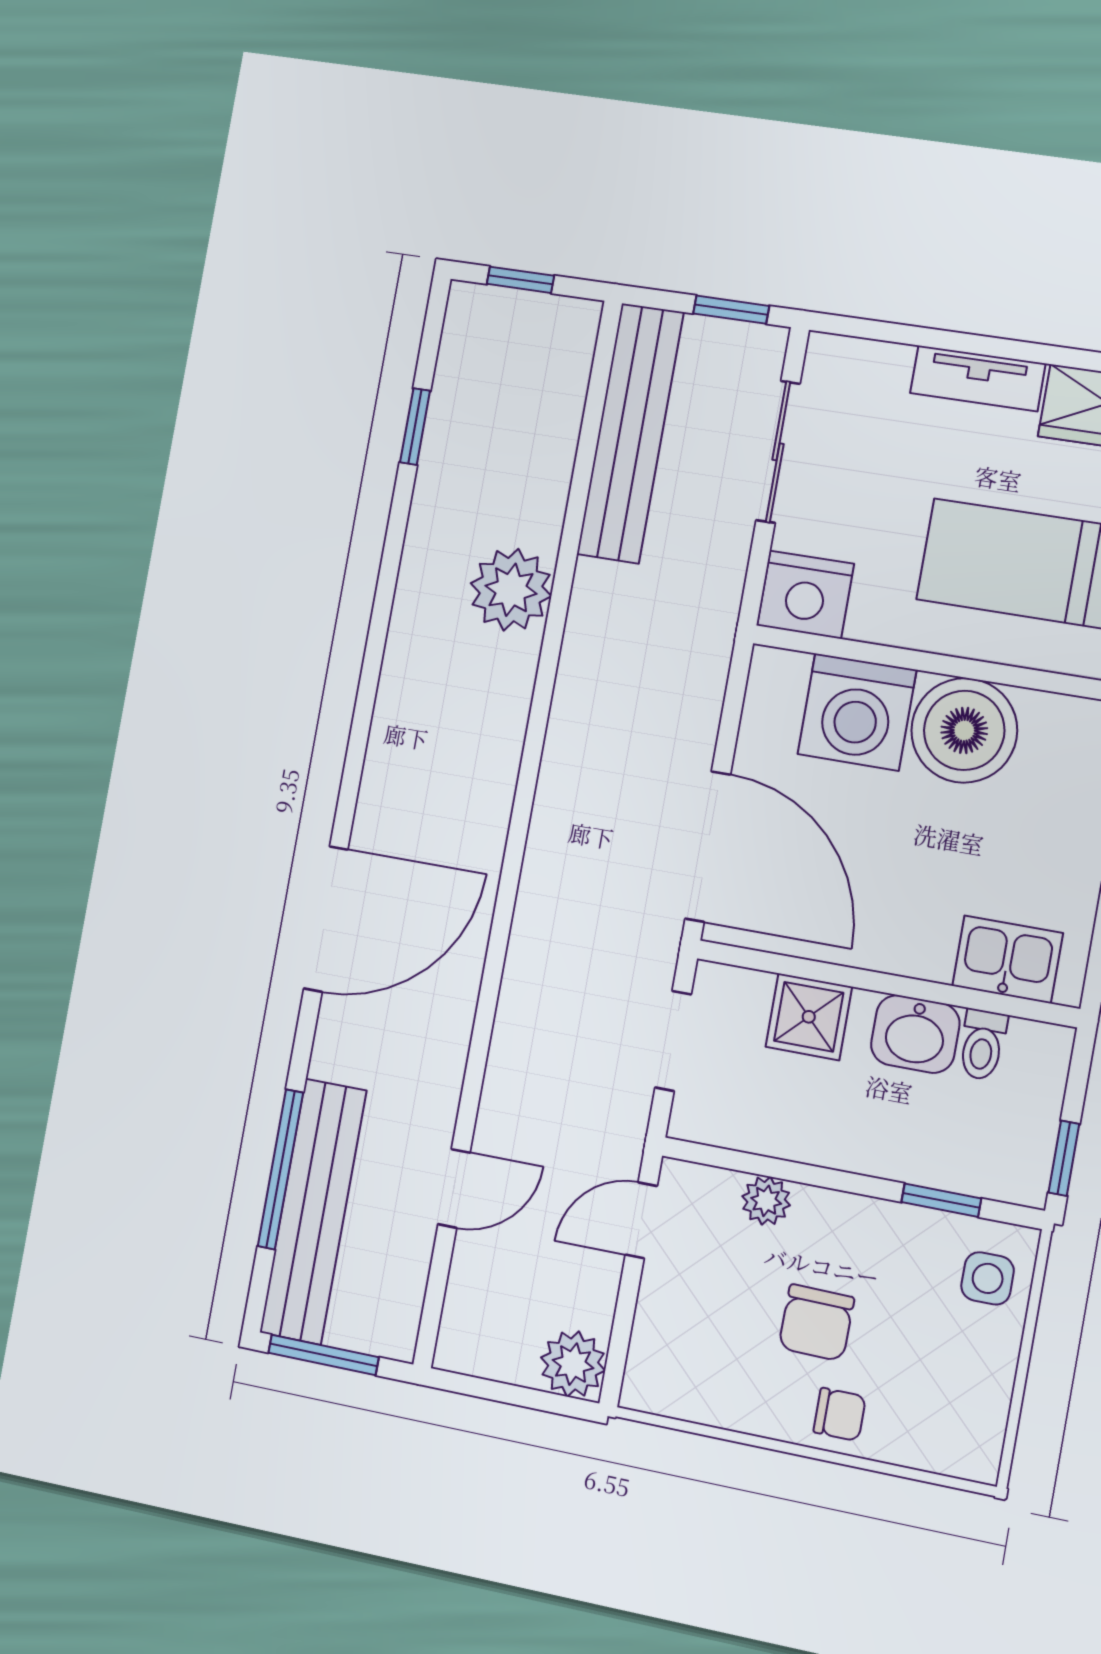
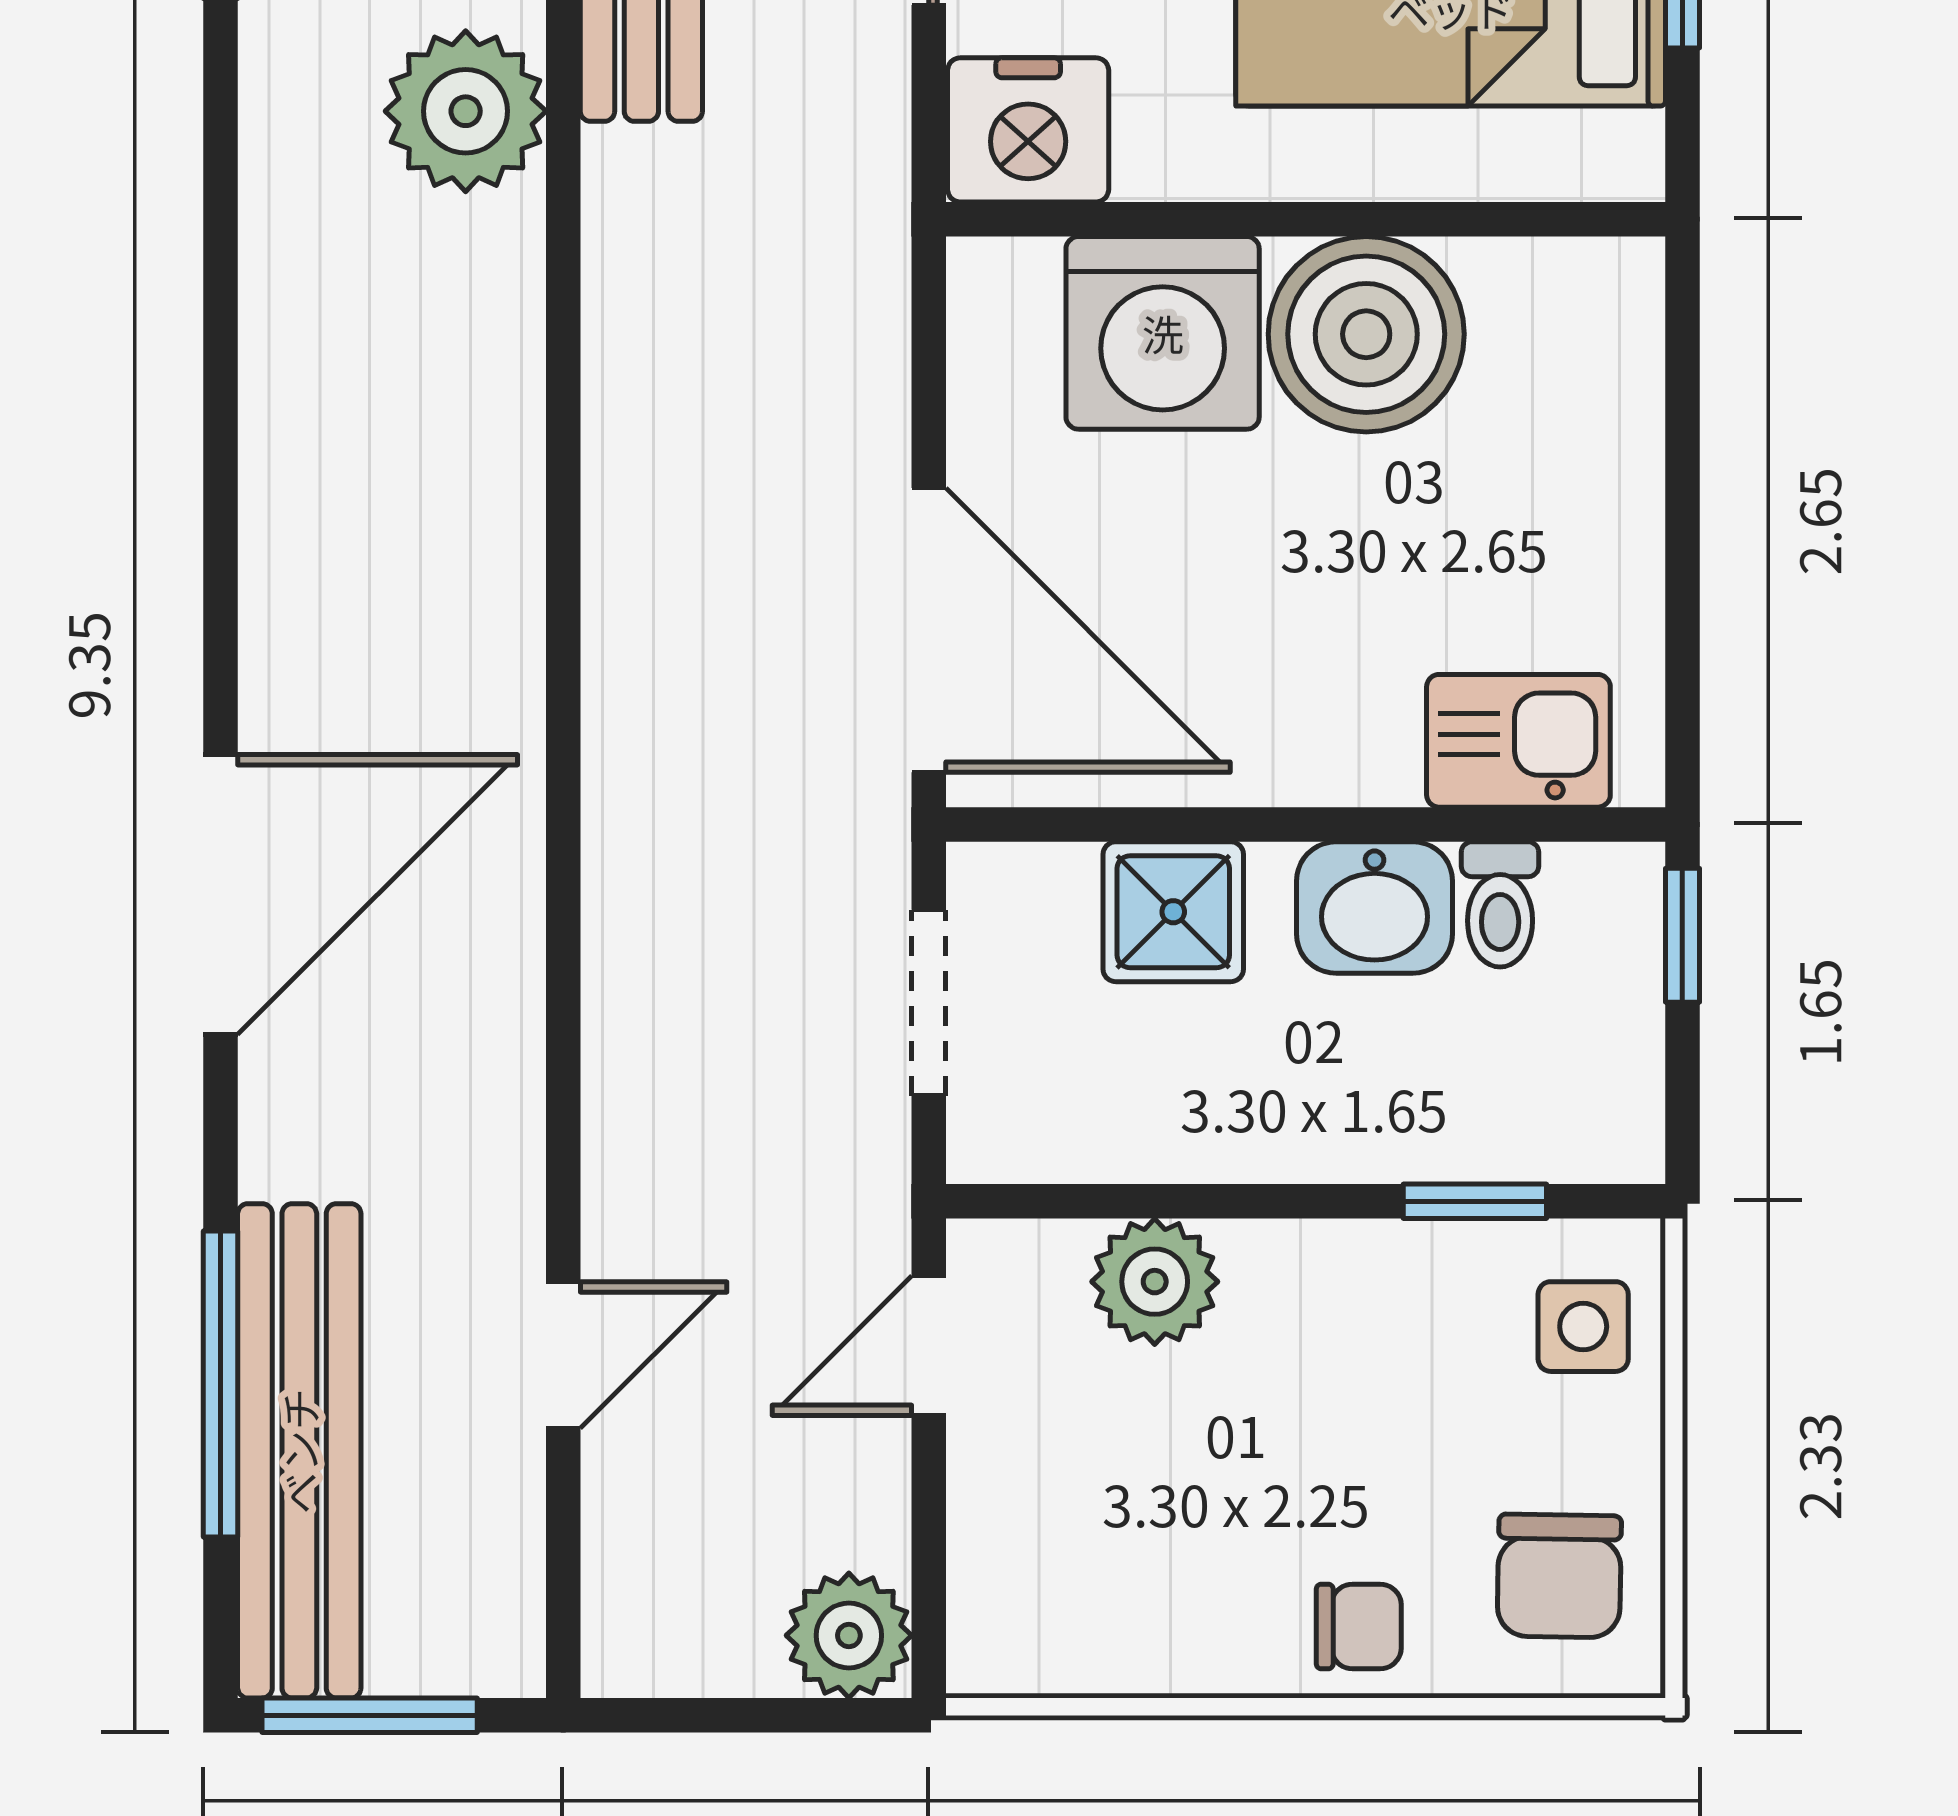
plant: (511, 590) -> (466, 111), moved
window: (1064, 1158) -> (1682, 935), moved
plant: (766, 1201) -> (1155, 1282), width x1.38, depth x1.38
chair: (816, 1323) -> (1559, 1576), moved

